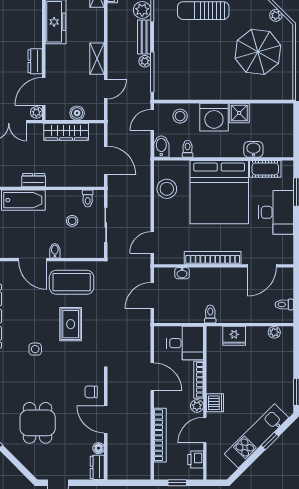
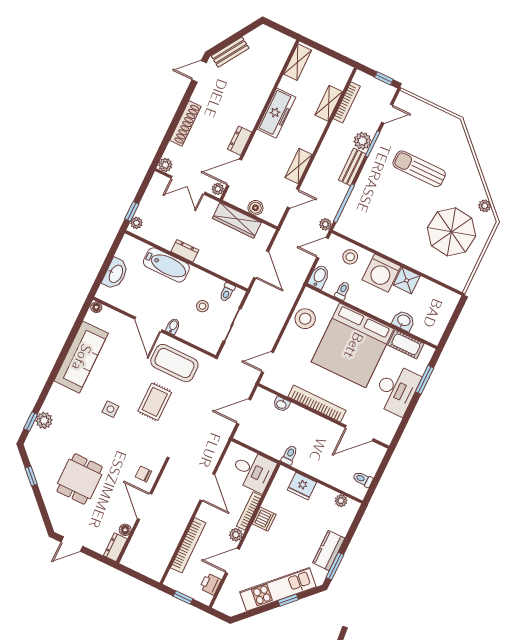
plant: (145, 61) -> (325, 224), moved
kitchen counter: (284, 381) -> (329, 551), added
dishwasher: (215, 403) -> (264, 519), moved

